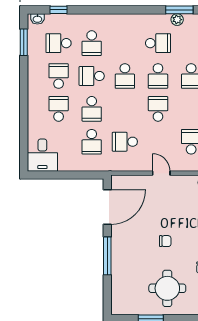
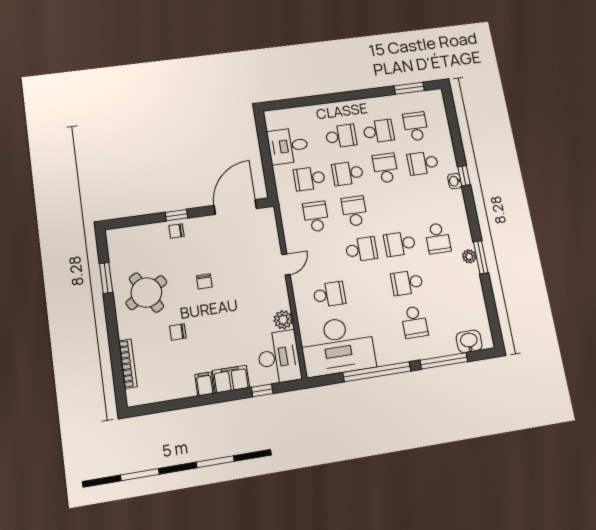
window: (59, 10) -> (464, 176), moved
washbasin: (37, 19) -> (455, 181), moved
school desk: (125, 76) -> (354, 211), moved, turned 90
desk: (42, 155) -> (288, 146), moved
door: (107, 207) -> (235, 207), swing flipped
window: (107, 256) -> (177, 215), width x0.46
chair: (120, 258) -> (176, 231), added
round table: (167, 288) -> (146, 293), turned -30

